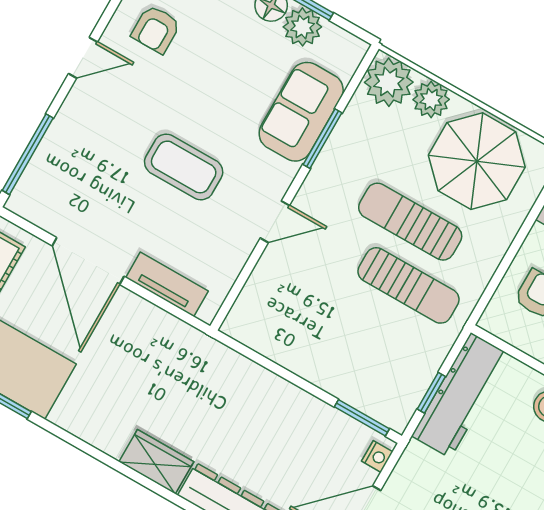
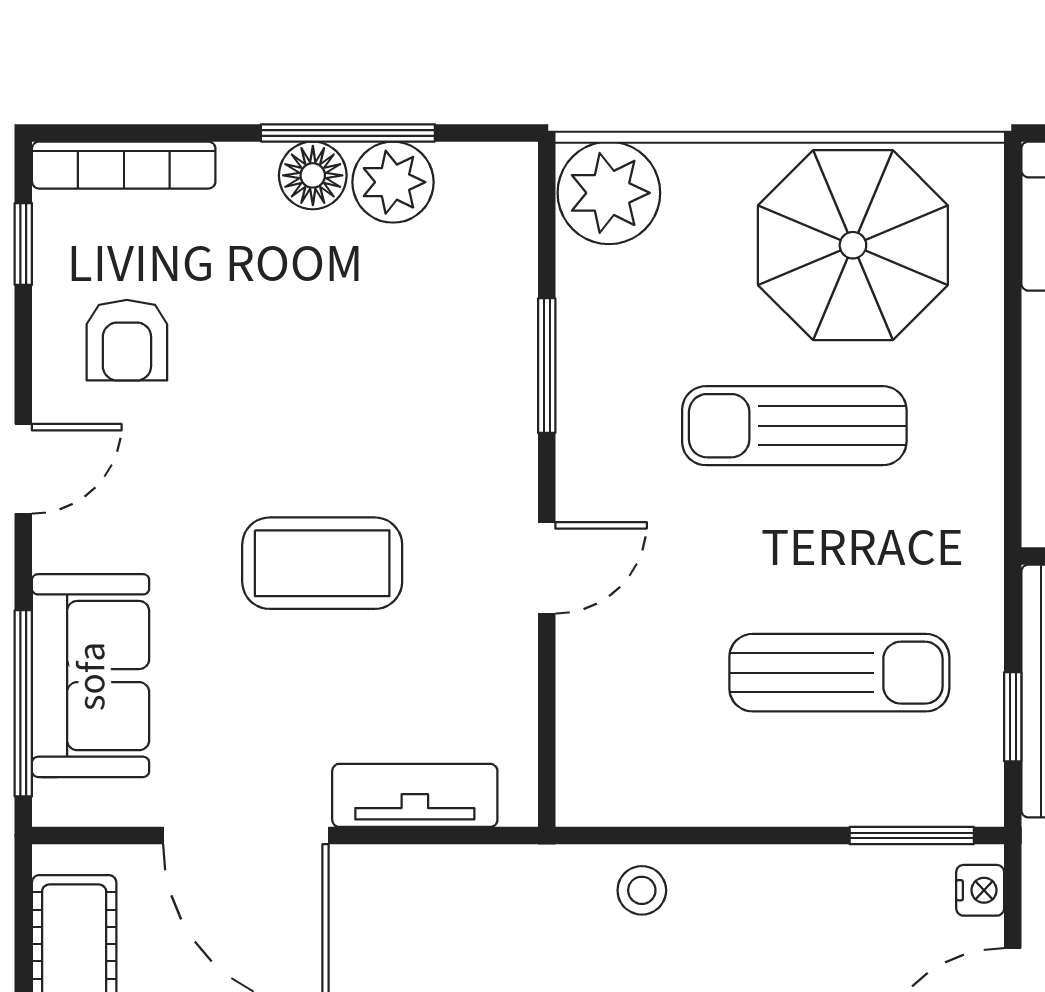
plant: (431, 100) -> (705, 180), removed
sofa: (301, 112) -> (91, 676), moved, turned 180
sun lounger: (409, 285) -> (839, 673), moved
stool: (238, 377) -> (642, 890), added

